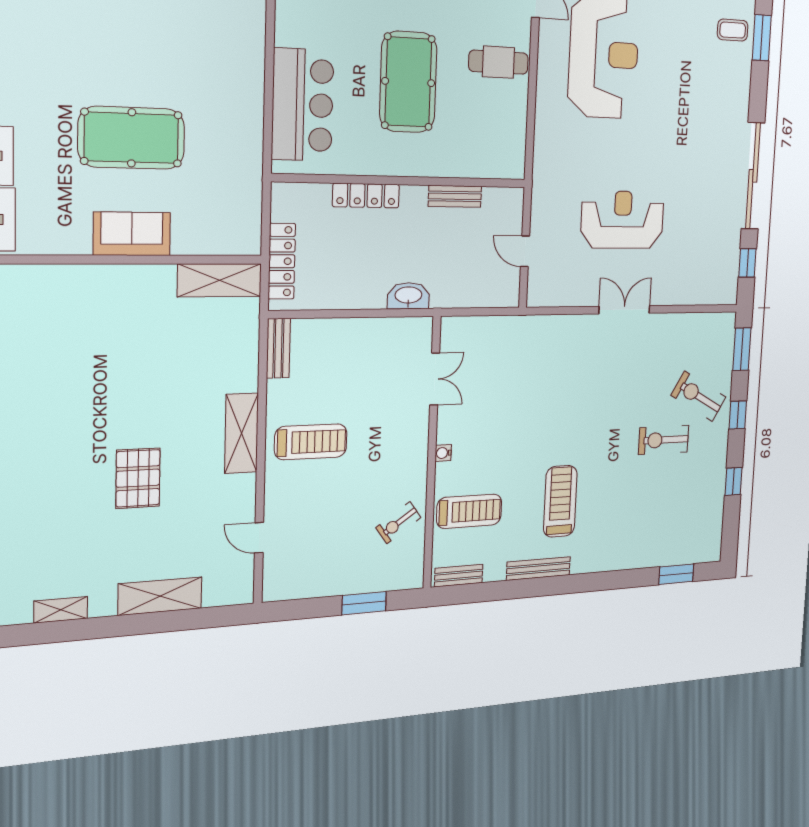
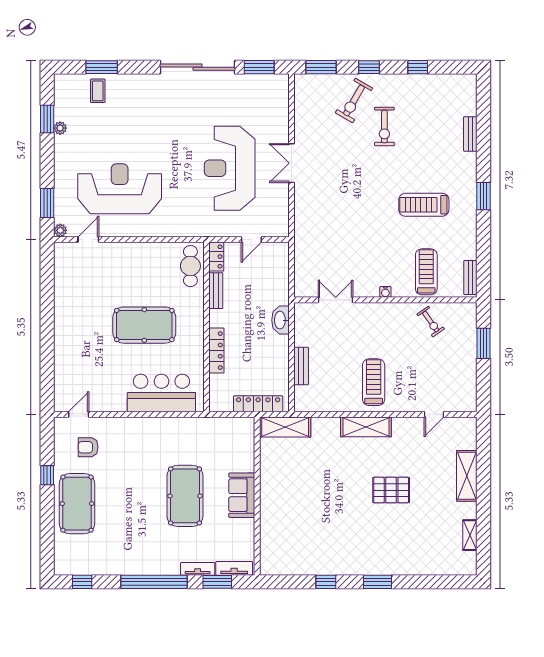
cafe table: (498, 62) -> (190, 266), moved
locker: (503, 198) -> (216, 257), added
reception desk: (622, 220) -> (230, 168), width x1.36, depth x1.30
window: (747, 263) -> (259, 67), width x1.50
shelving: (220, 280) -> (285, 427), moved, turned 90
bench: (278, 348) -> (301, 366), moved, turned 90
bench: (538, 569) -> (470, 134), moved, width x0.73
window: (676, 574) -> (483, 196), moved

